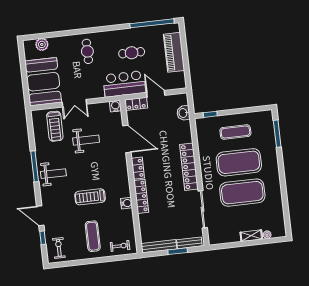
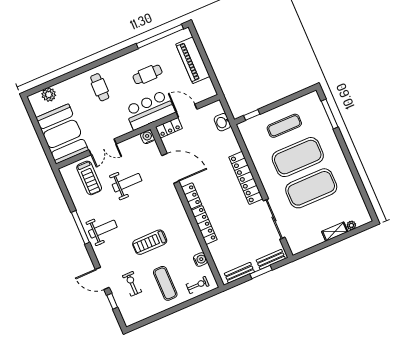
water cooler: (127, 203) -> (200, 260), moved
bench: (159, 246) -> (239, 273), width x0.73
exercise bike: (59, 248) -> (132, 284), moved

